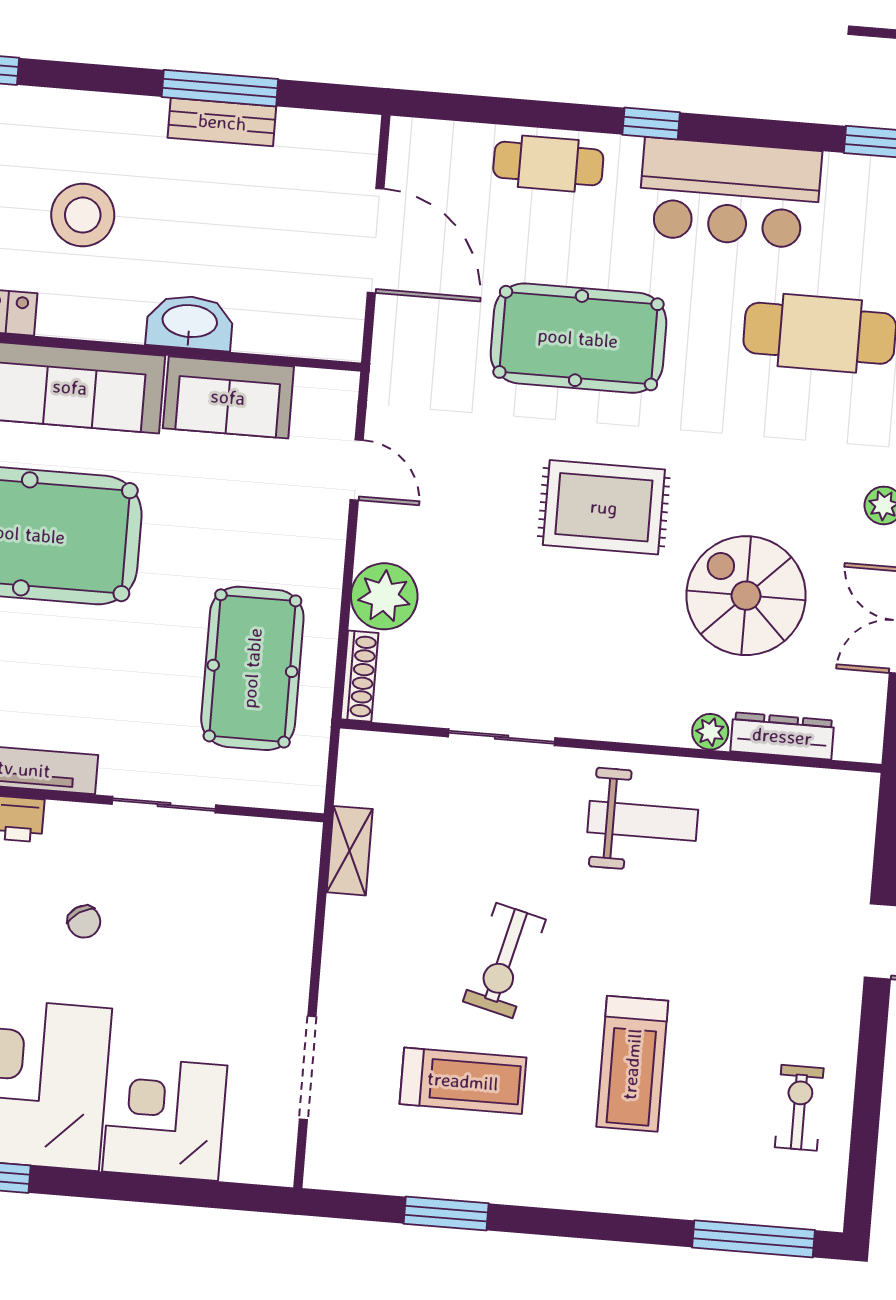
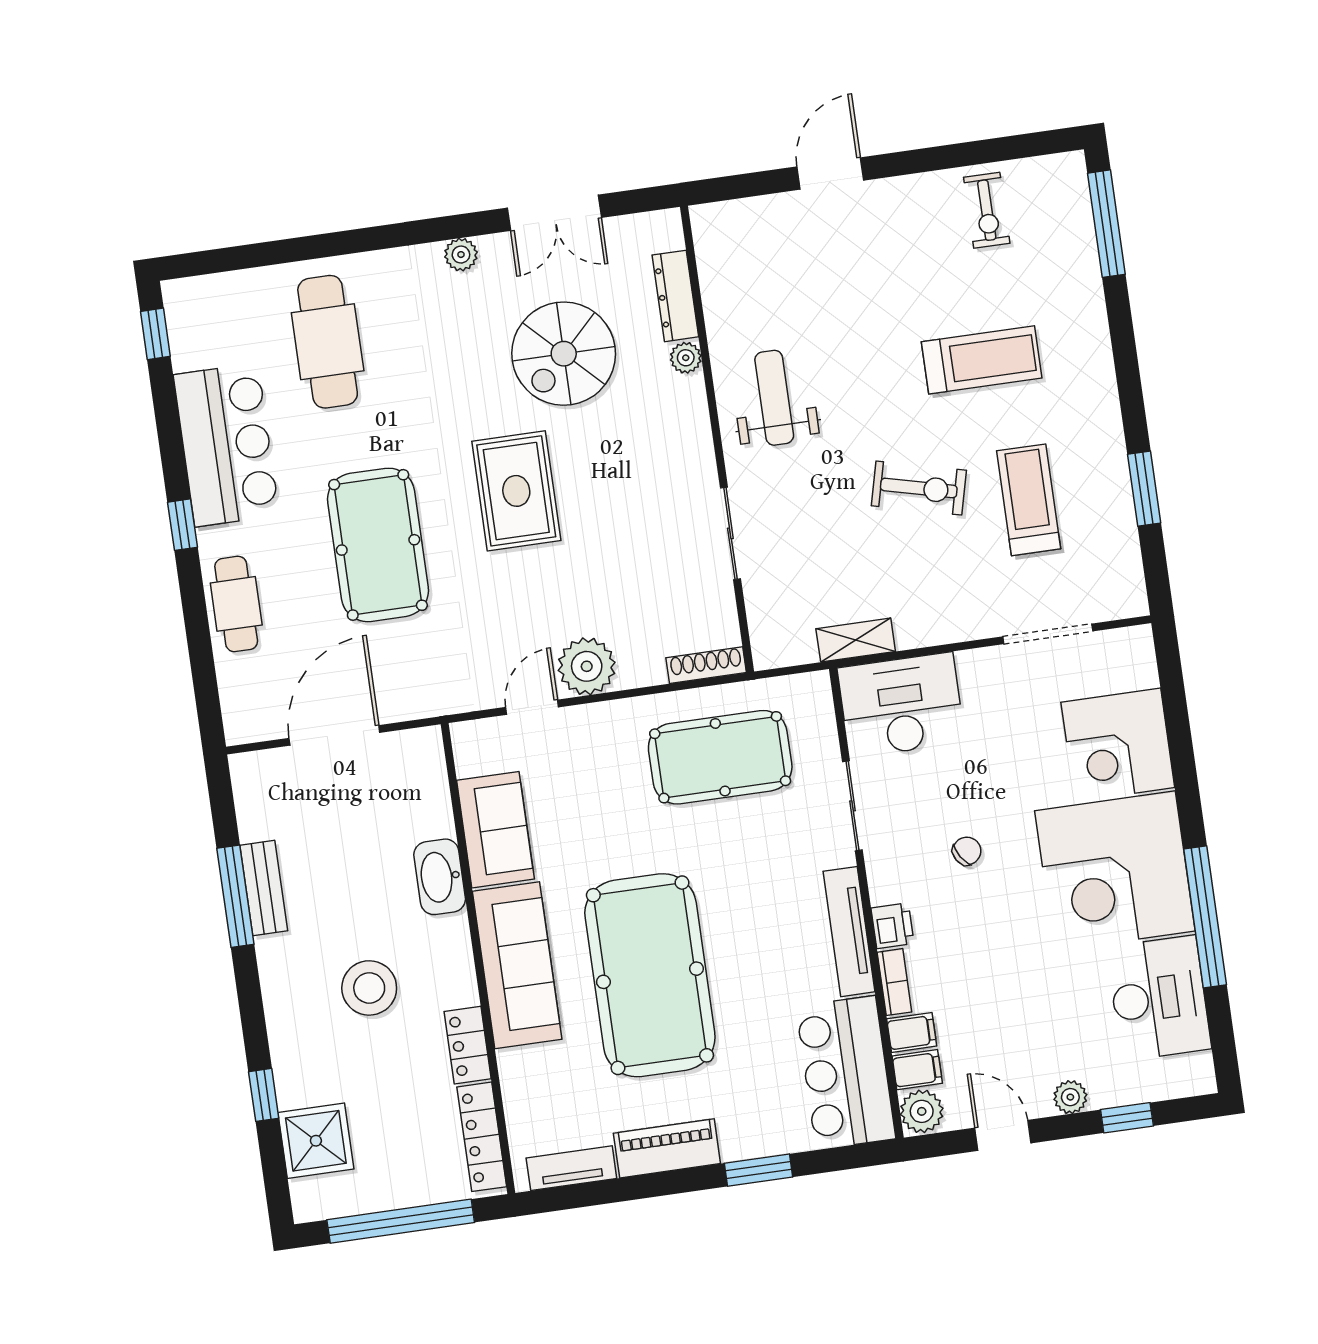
plant: (384, 596) -> (587, 666), moved
desk: (265, 885) -> (901, 705), added
exercise bike: (799, 1108) -> (987, 210), turned -90

